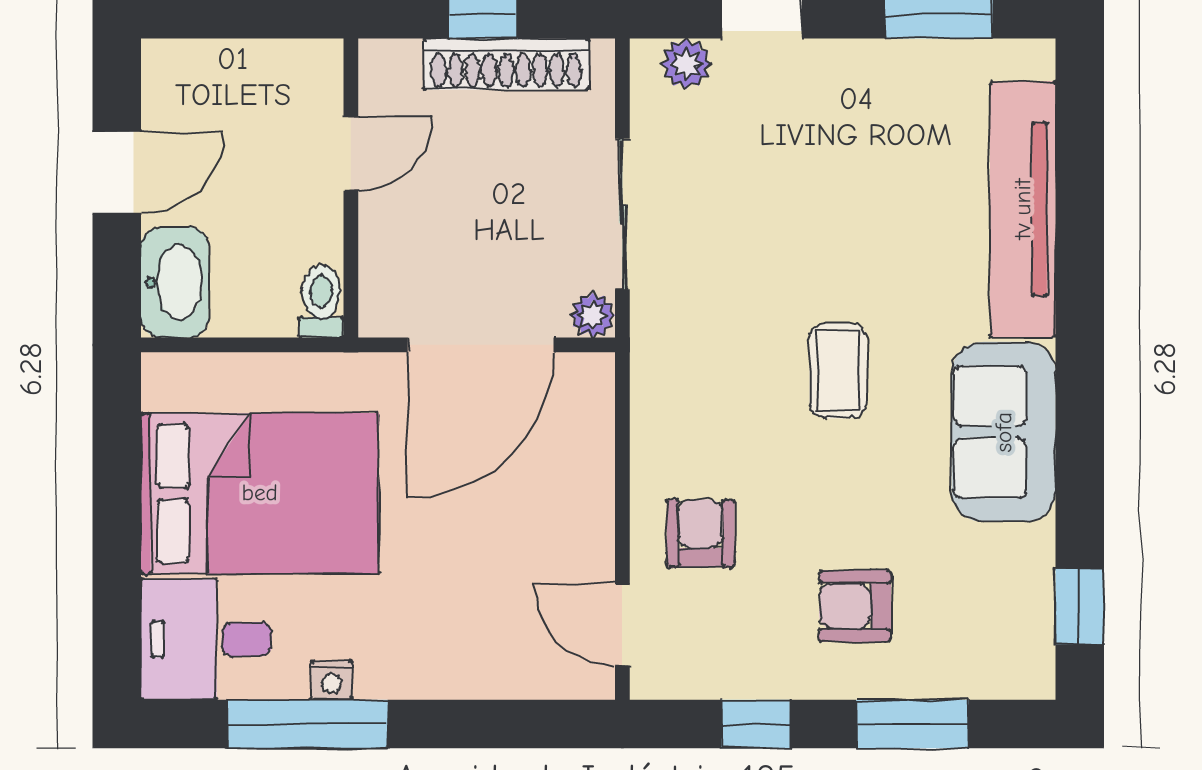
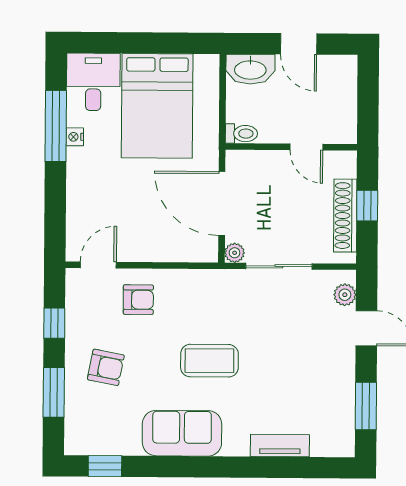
tv unit: (1023, 209) -> (280, 446), width x0.52, depth x0.78
coffee table: (838, 371) -> (209, 361), width x1.36, depth x1.30
armchair: (855, 606) -> (106, 367), turned 101

